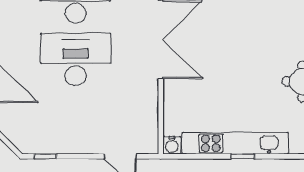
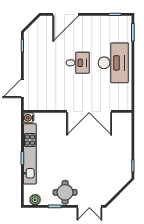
desk: (76, 59) -> (78, 63), width x0.53, depth x0.77

